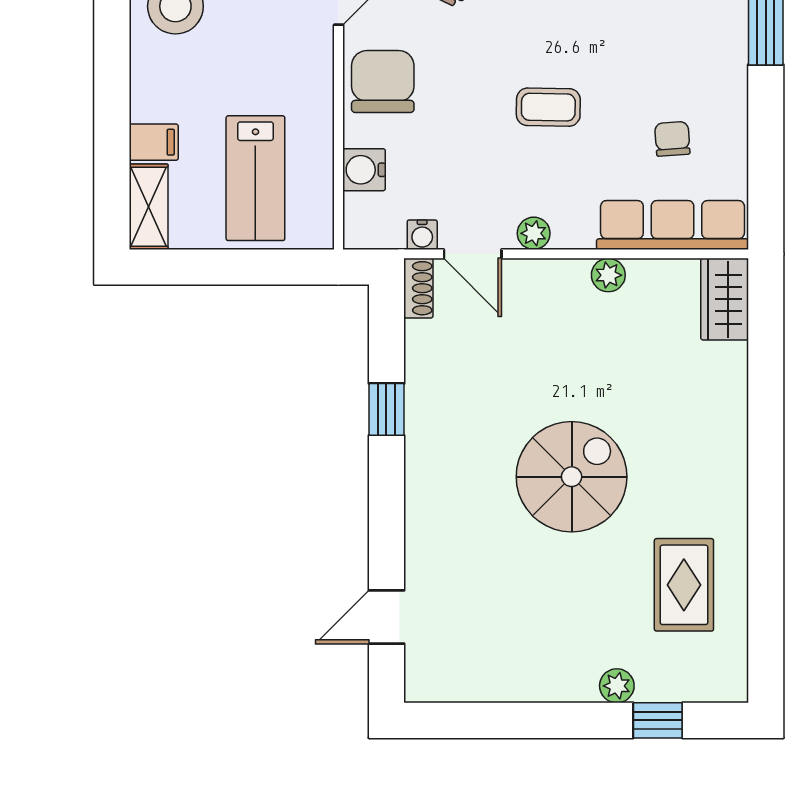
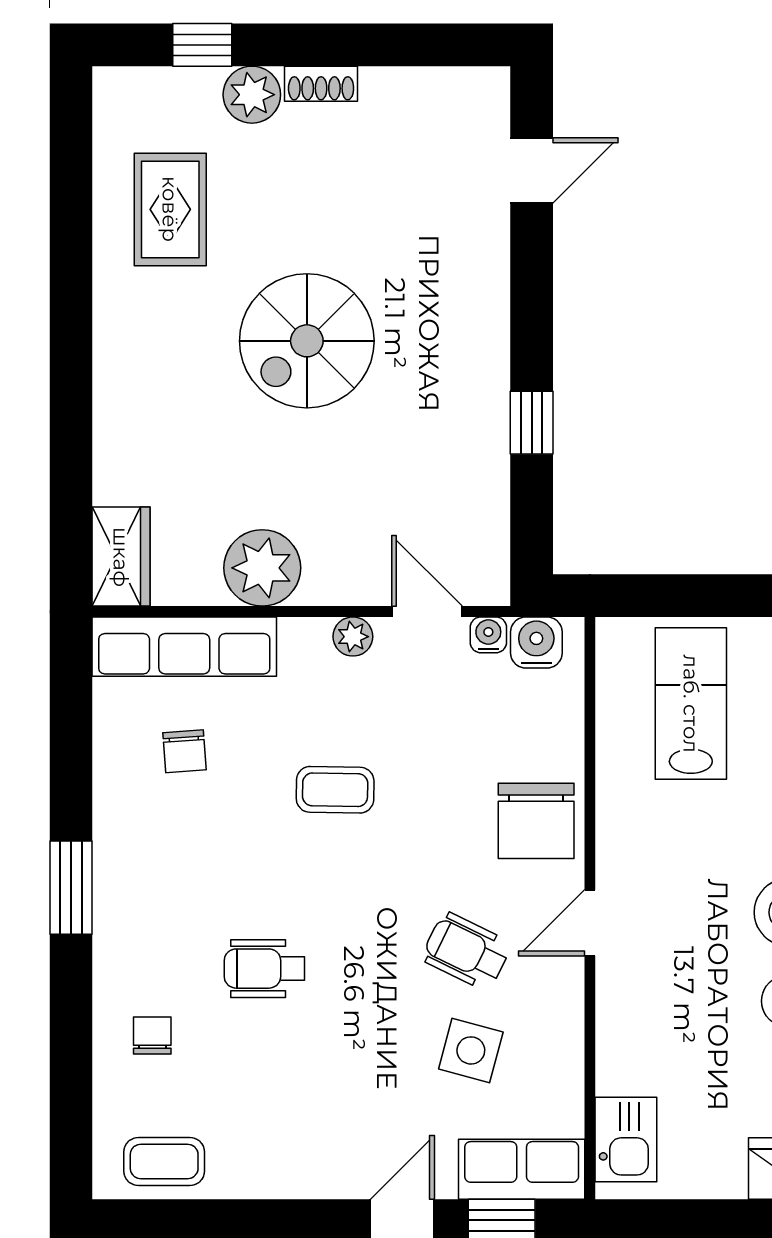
water cooler: (364, 170) -> (536, 642), moved, turned -90
plant: (608, 275) -> (262, 568), width x1.87, depth x1.87
shoe rack: (418, 288) -> (321, 84), moved, turned -90
plant: (617, 686) -> (252, 95), width x1.38, depth x1.38

